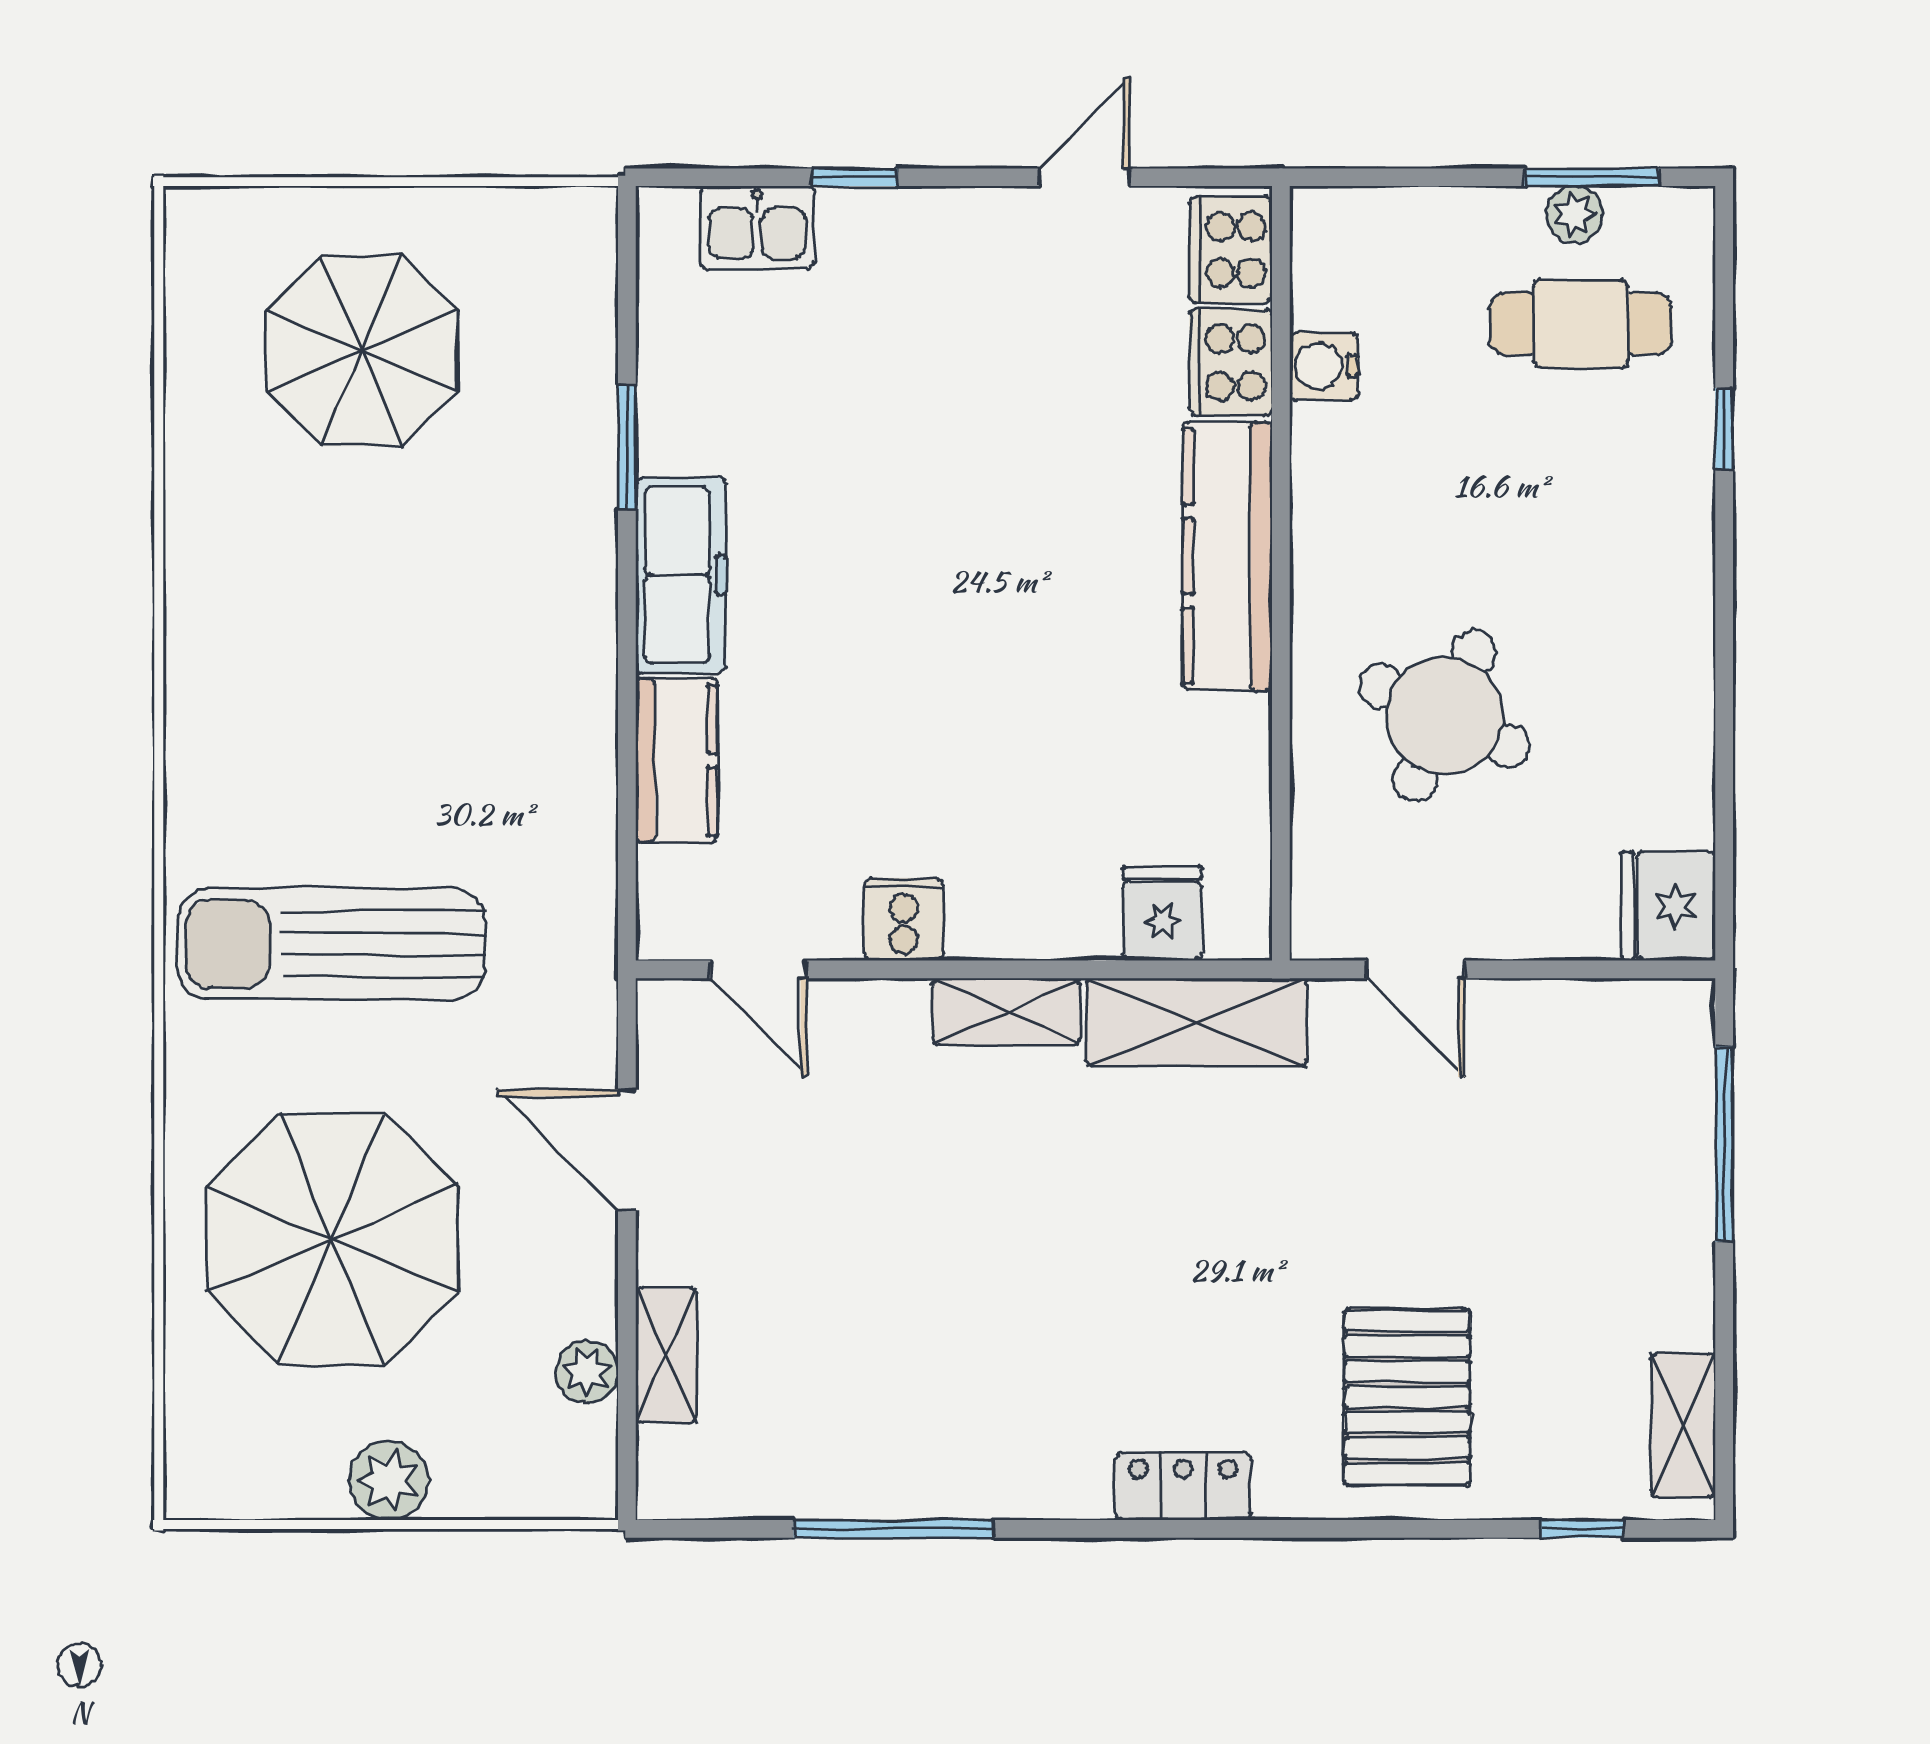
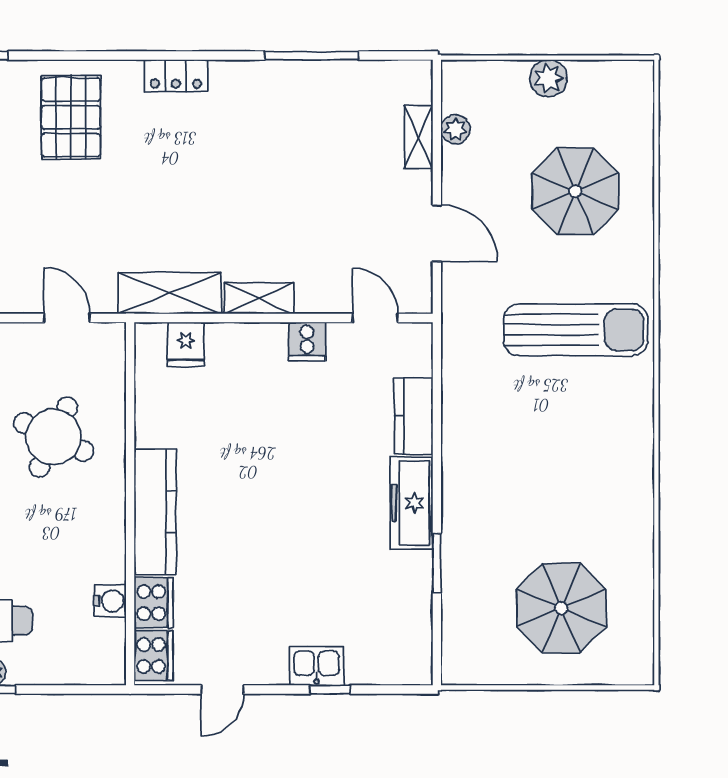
kitchen sink: (757, 228) -> (316, 666), moved
parasol: (332, 1239) -> (575, 191), width x0.73, depth x0.73

